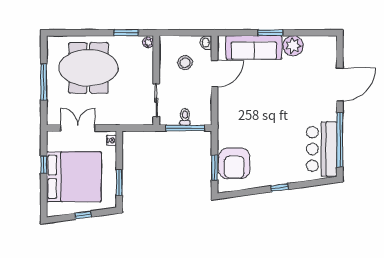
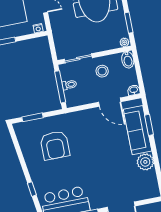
window: (271, 33) -> (149, 125), moved
bidet: (169, 43) -> (128, 60), added
stool: (185, 63) -> (102, 71), moved
armchair: (234, 163) -> (55, 145), moved, turned -90
window: (280, 188) -> (32, 189), moved

